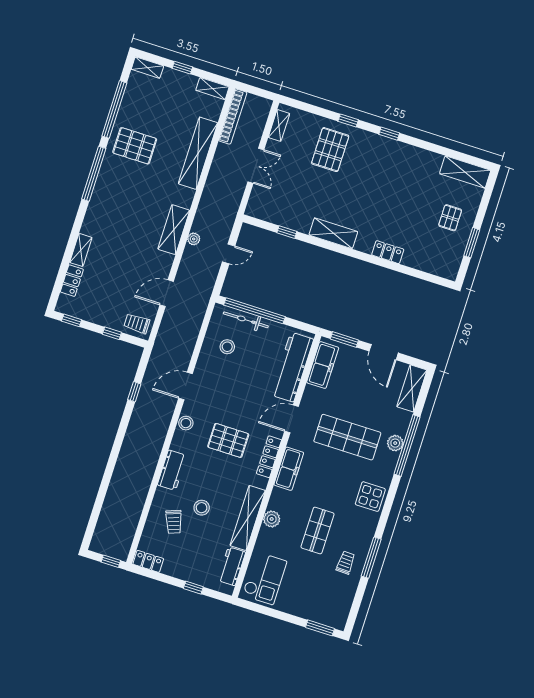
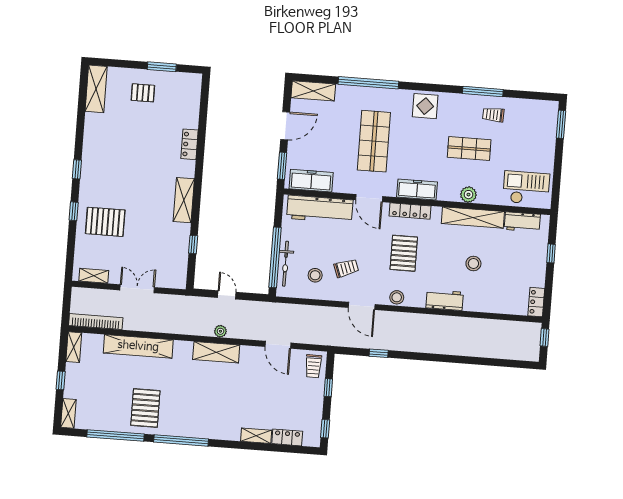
plant: (395, 443) -> (369, 94), removed
trolley: (174, 522) -> (346, 268), moved

